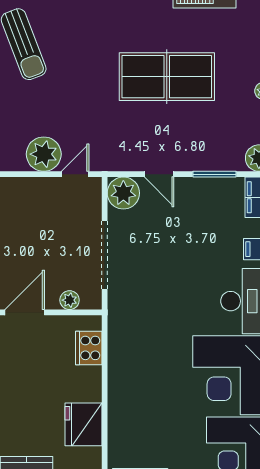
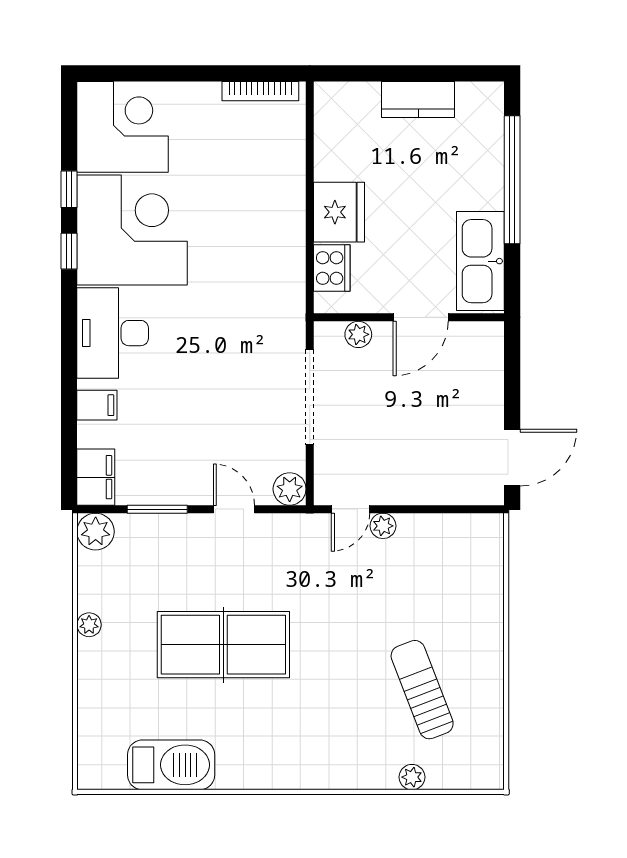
plant: (44, 154) -> (383, 526), width x0.53, depth x0.53
plant: (123, 193) -> (290, 489), width x0.73, depth x0.73
fridge: (83, 424) -> (339, 212), moved

